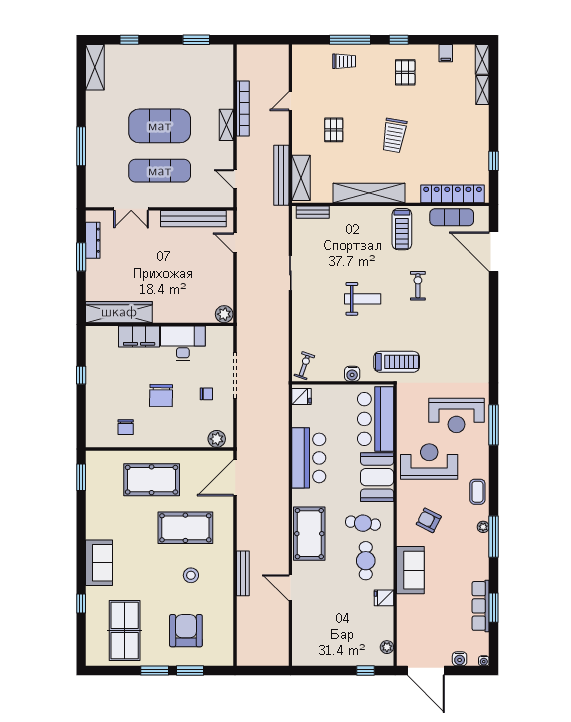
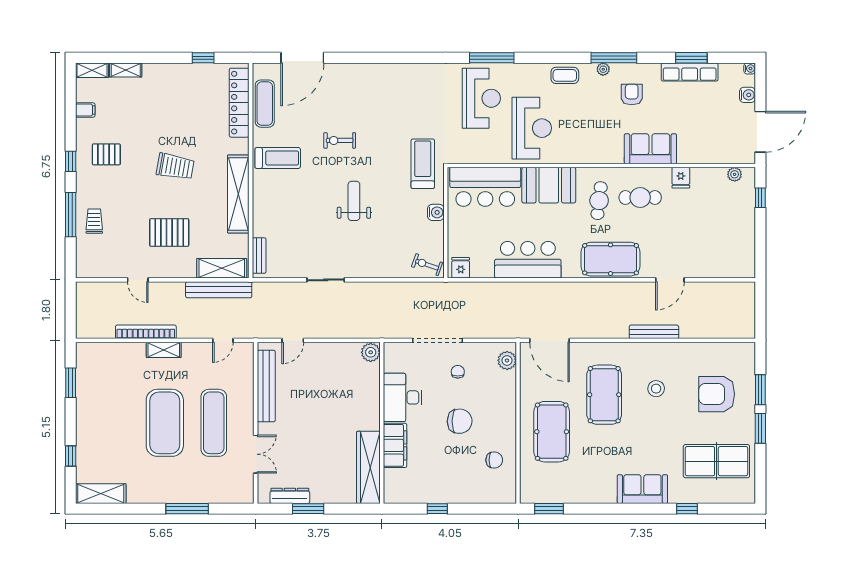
pallet: (334, 130) -> (169, 232), width x1.50, depth x1.42
reception desk: (429, 462) -> (532, 128), turned 180
armchair: (429, 520) -> (632, 94), moved, turned 153

